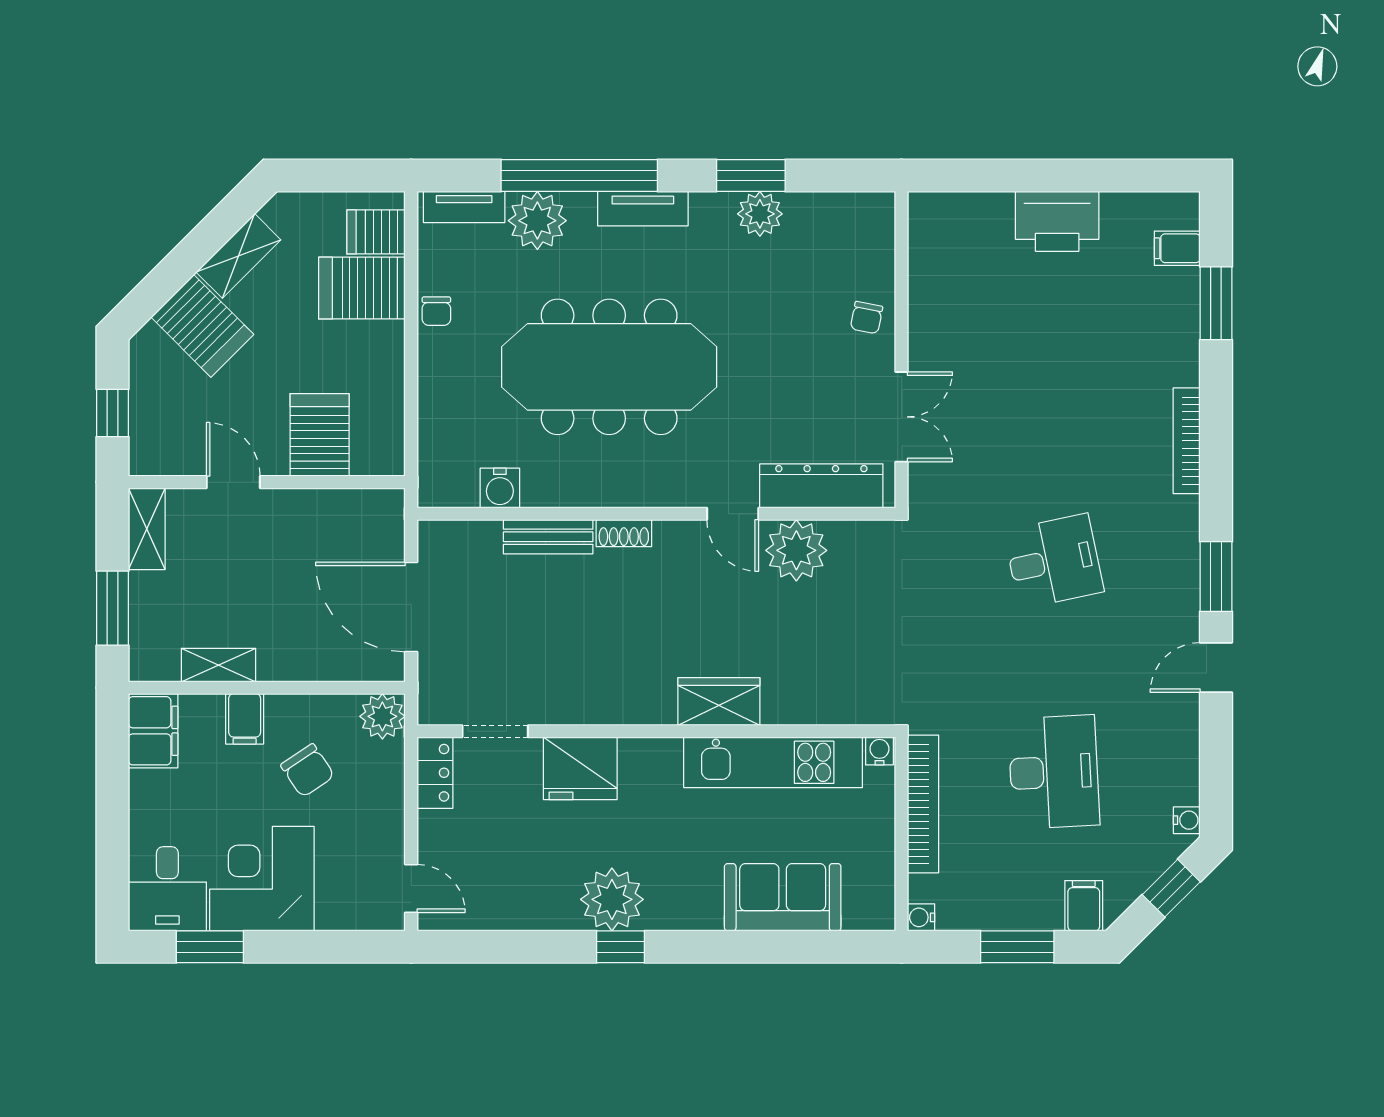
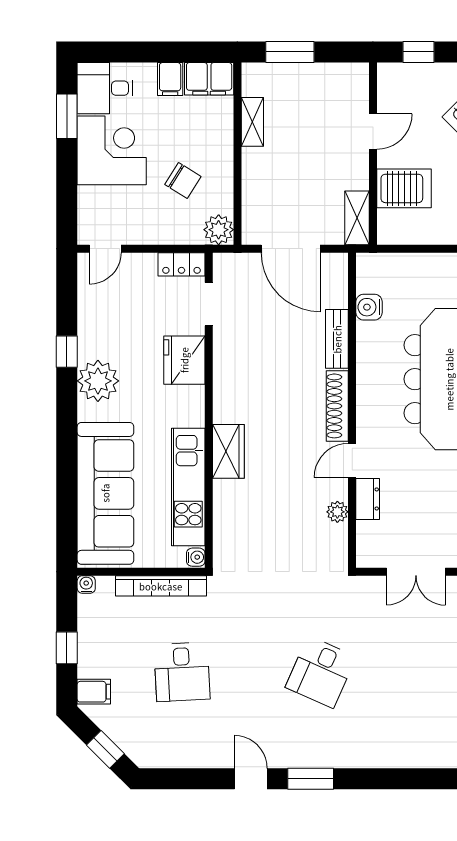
bookcase: (1187, 441) -> (400, 759), removed
dresser: (821, 486) -> (368, 499), width x0.51, depth x0.80
shelving: (147, 529) -> (357, 218), moved, turned 90
shoe rack: (624, 533) -> (337, 406), width x1.94, depth x1.24
plant: (796, 550) -> (337, 512), width x0.53, depth x0.53
desk: (1054, 561) -> (321, 672), turned 36
door: (411, 607) -> (291, 249), swing flipped
filing cabinet: (245, 719) -> (170, 79), moved, turned -90
chair: (308, 771) -> (183, 180), turned -114
desk: (1054, 772) -> (182, 672), width x0.73
water cooler: (1187, 820) -> (150, 760), removed
sofa: (783, 897) -> (105, 493), width x1.85, depth x1.27
window: (620, 947) -> (67, 352), moved
window: (1017, 947) -> (67, 648), width x0.67

